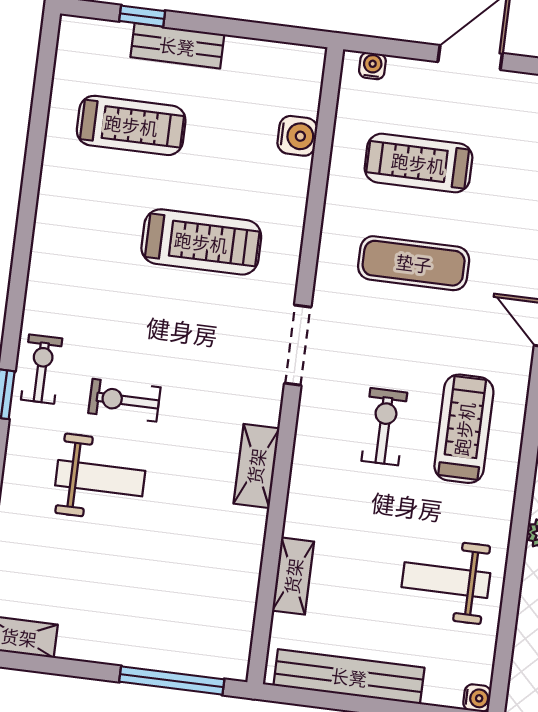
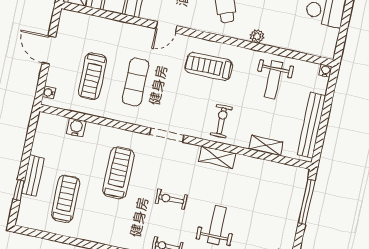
exercise bike: (124, 400) -> (171, 199), moved, turned 90
exercise bike: (384, 427) -> (221, 121), moved, turned 90

